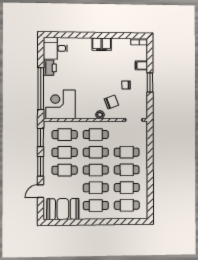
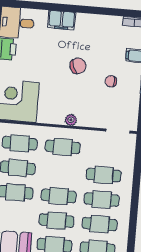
filing cabinet: (102, 44) -> (62, 20), moved
chair: (111, 102) -> (78, 66), moved
cafe table: (96, 152) -> (61, 171), removed

